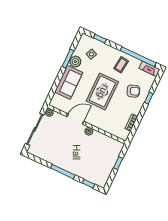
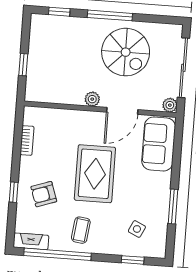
plant: (75, 62) -> (159, 206), removed
sofa: (69, 82) -> (159, 144), moved
spiral stairs: (62, 149) -> (126, 52), added

